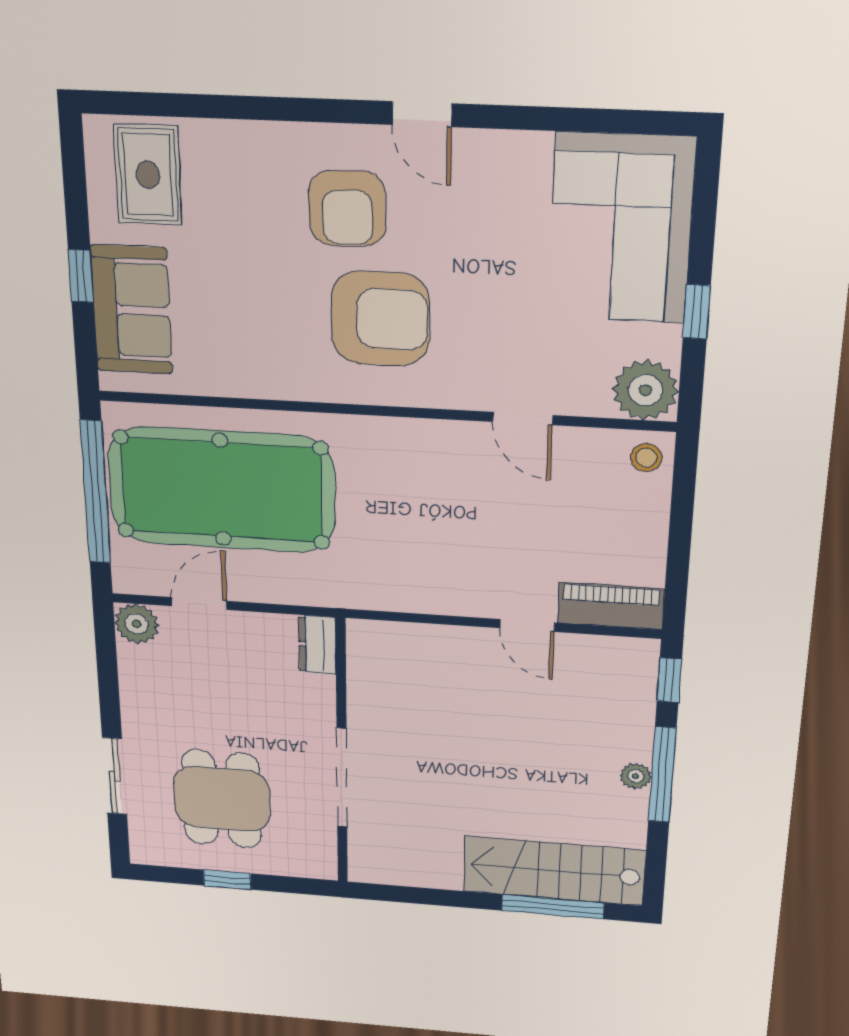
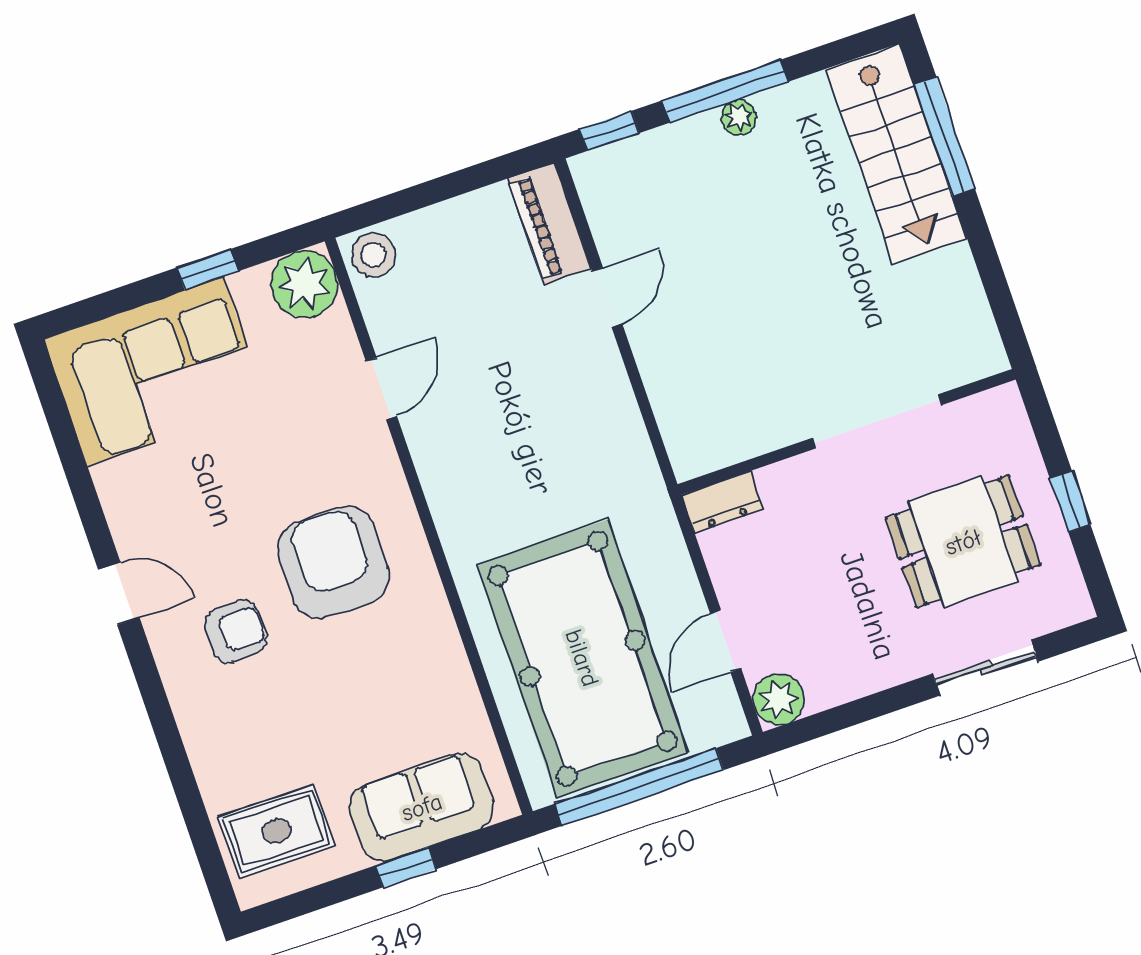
door: (422, 114) -> (119, 593), hinge flipped
armchair: (347, 208) -> (236, 631), width x0.72, depth x0.72
stool: (646, 458) -> (374, 255), width x1.37, depth x1.37
door: (199, 604) -> (726, 641), hinge flipped

